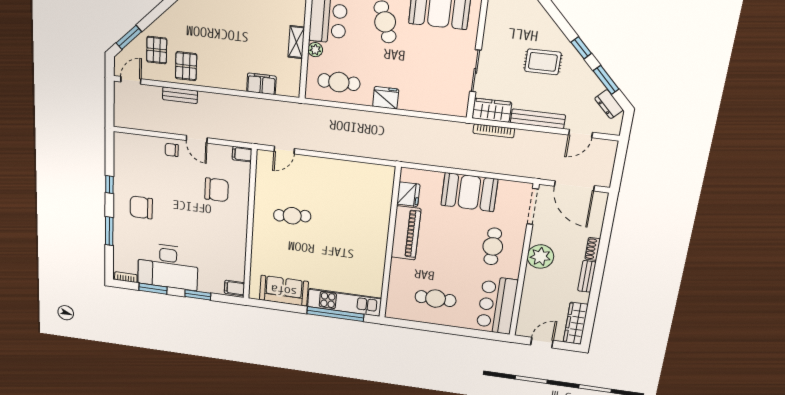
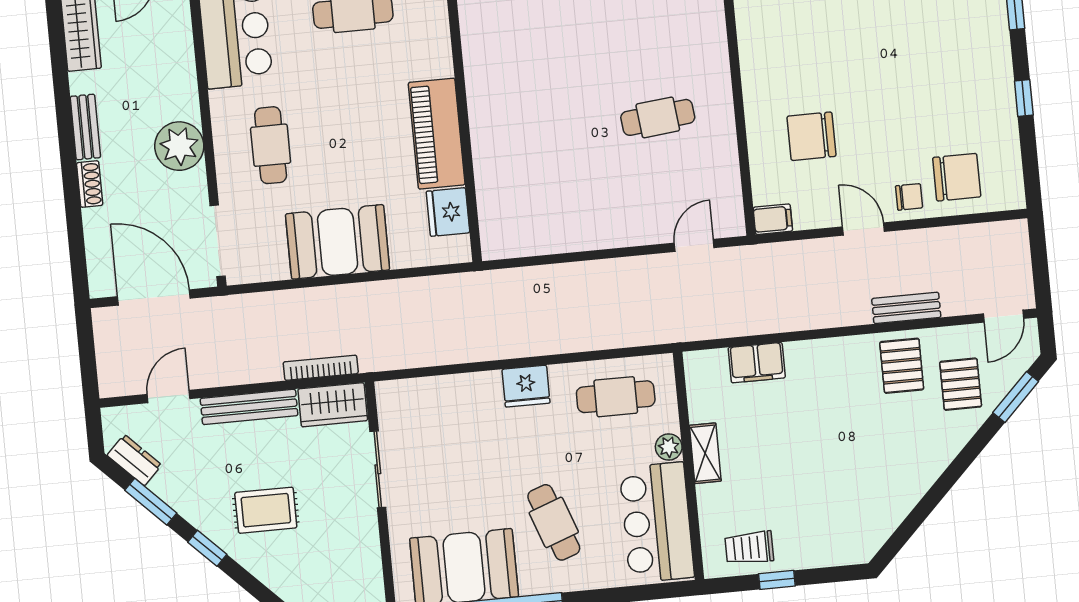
chair: (141, 207) -> (957, 177), moved

